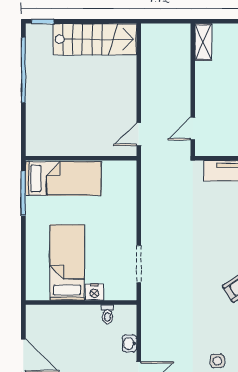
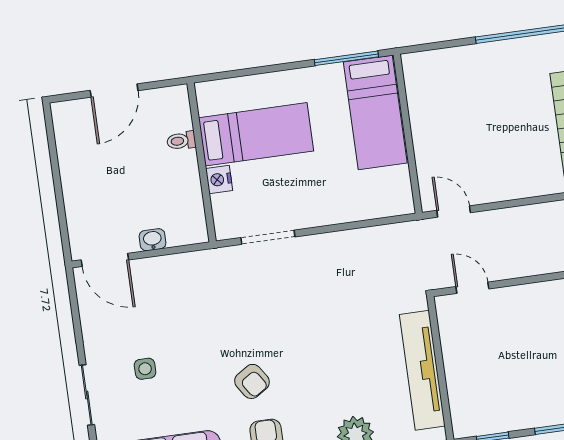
toilet: (107, 314) -> (181, 141), moved

